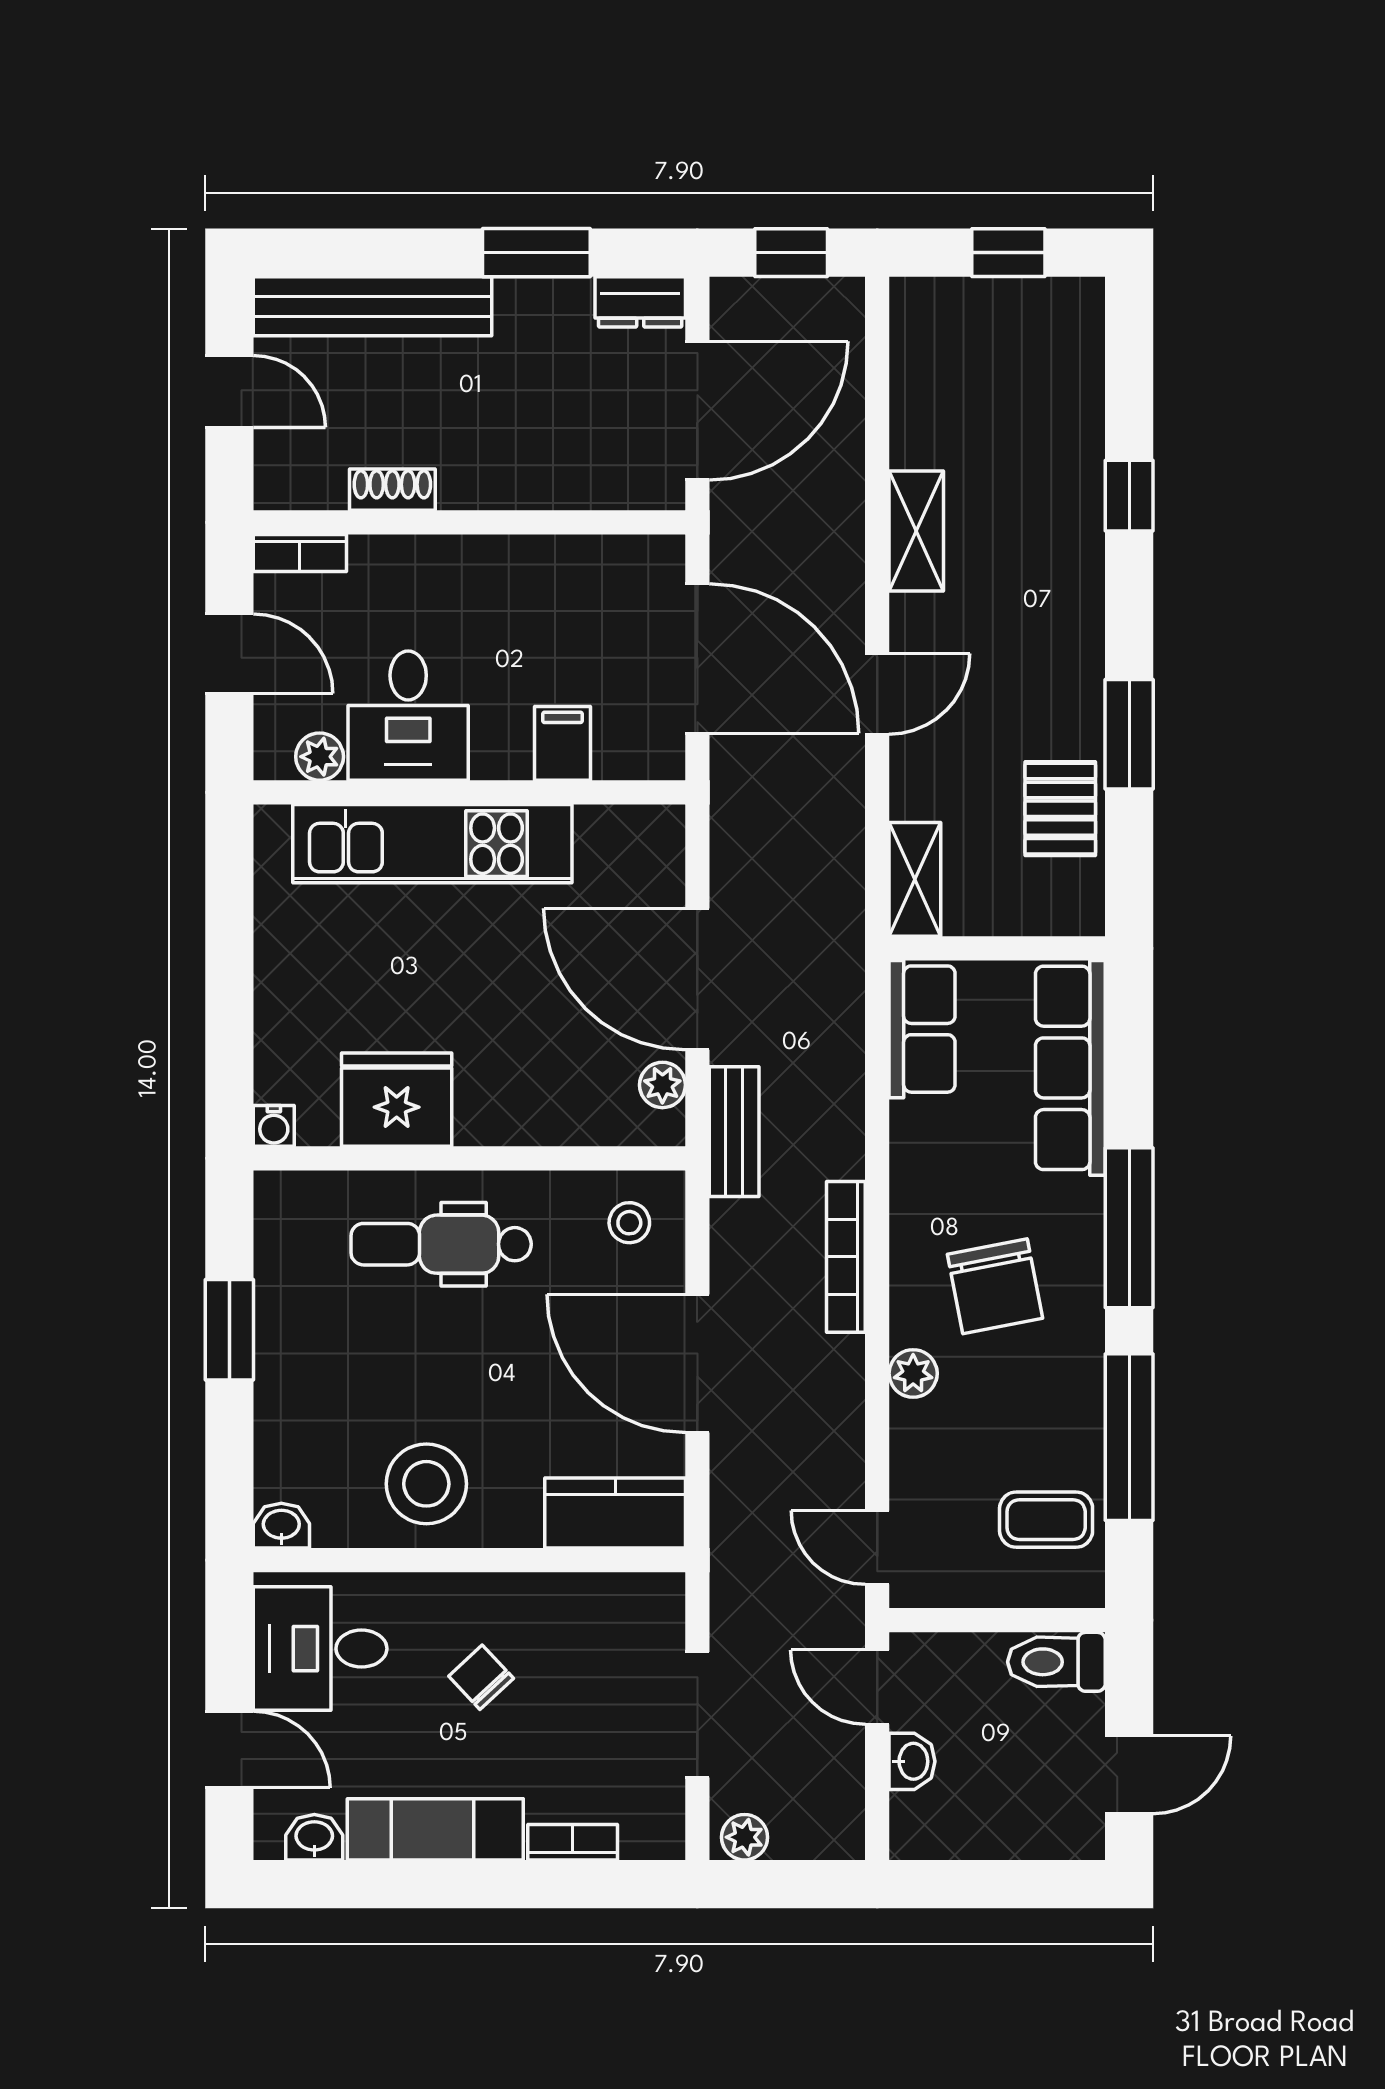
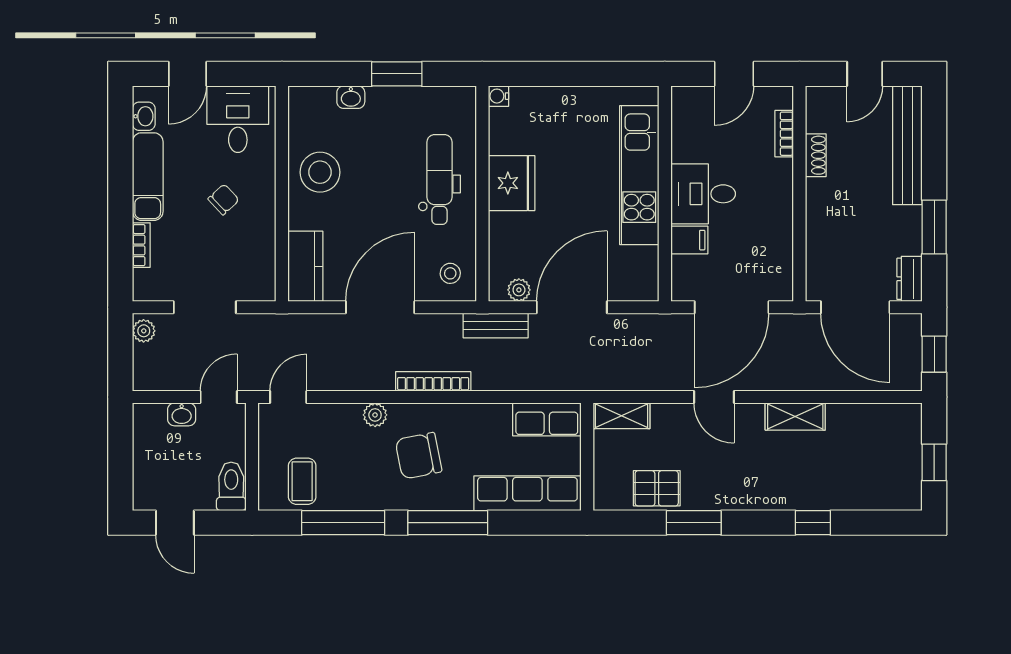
bookcase: (300, 553) -> (784, 134), moved
desk: (408, 716) -> (703, 194), moved
plant: (320, 757) -> (683, 119), removed
fridge: (397, 1100) -> (512, 183), moved
washbasin: (281, 1526) -> (351, 97), moved, turned 90

